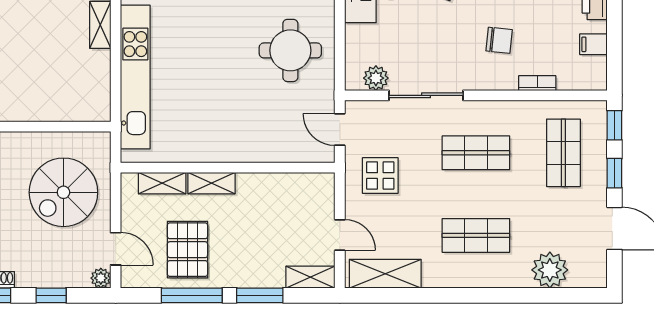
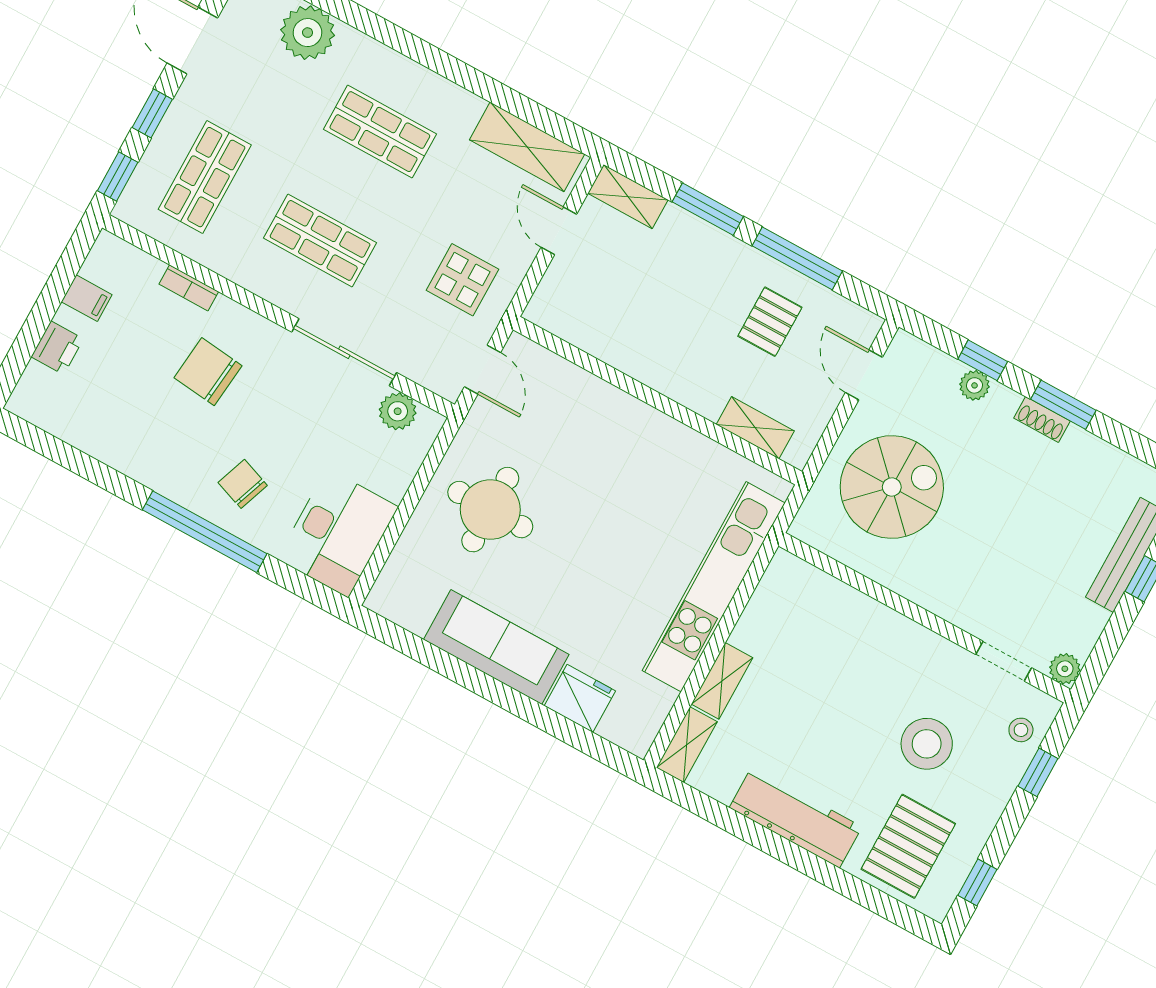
chair: (499, 40) -> (208, 372), width x1.37, depth x1.37
shelving: (212, 183) -> (690, 392), removed
pallet: (187, 250) -> (770, 322), width x0.67, depth x0.71
plant: (101, 278) -> (974, 385), moved

